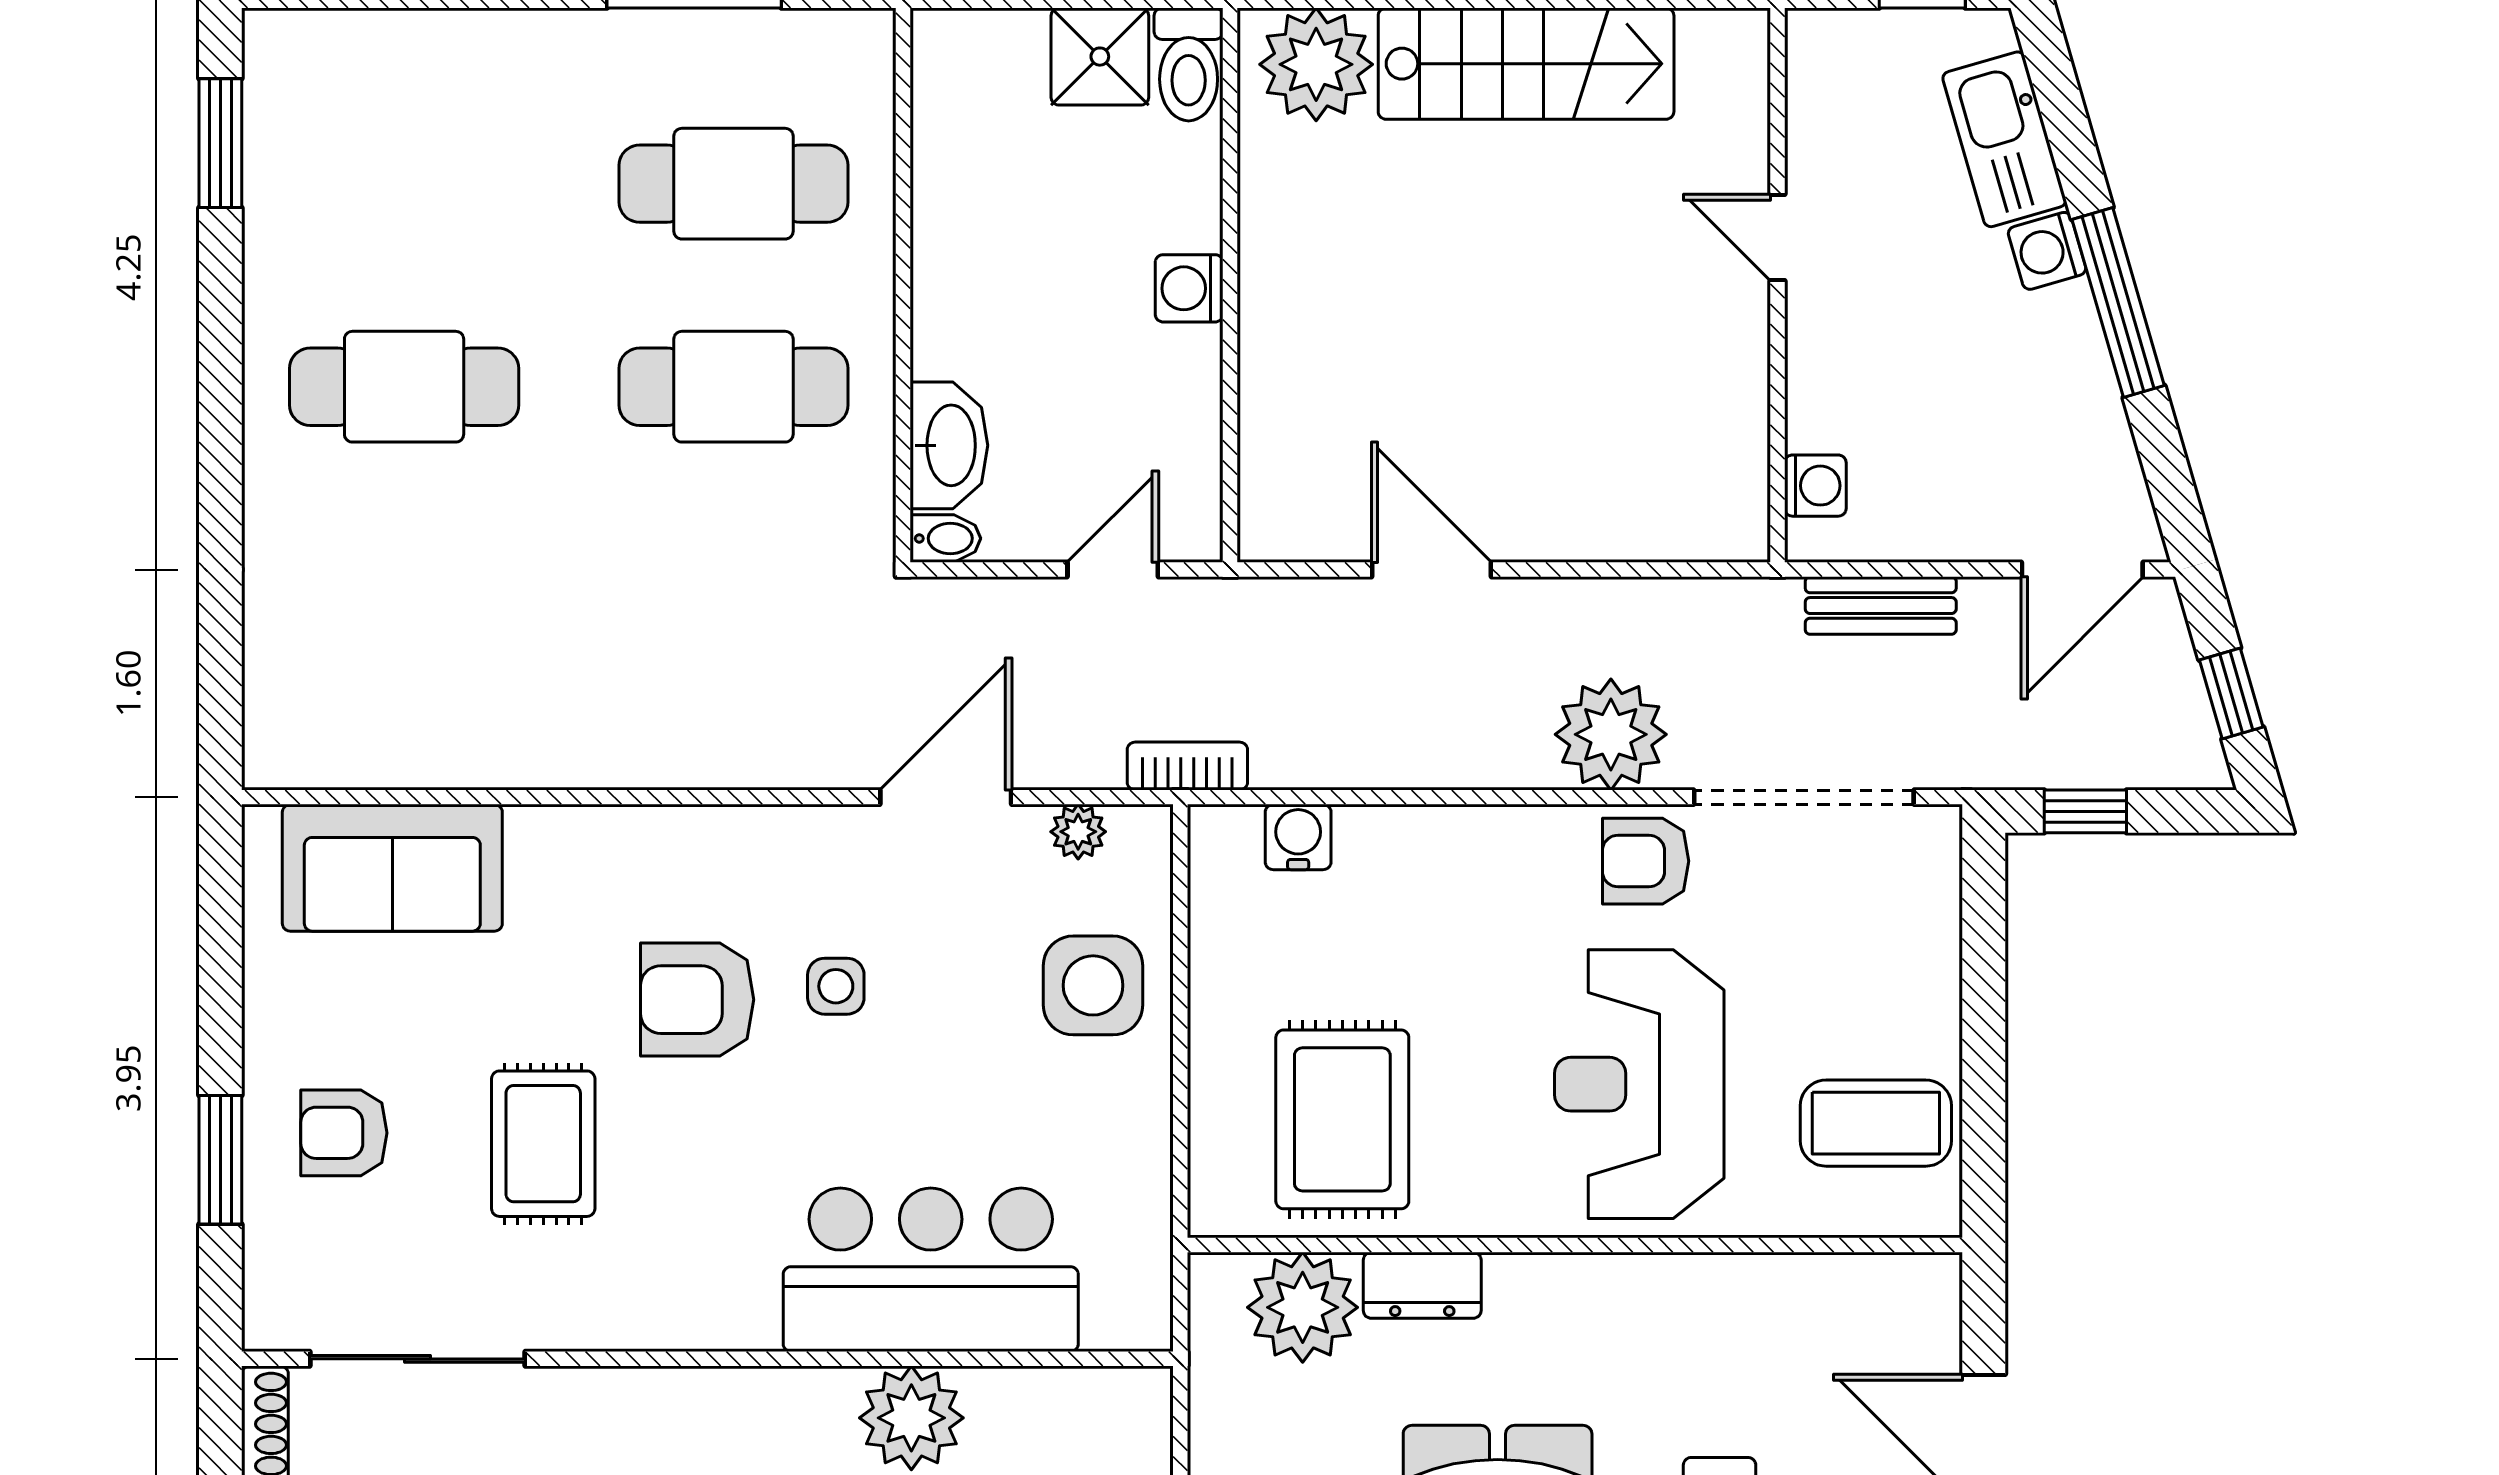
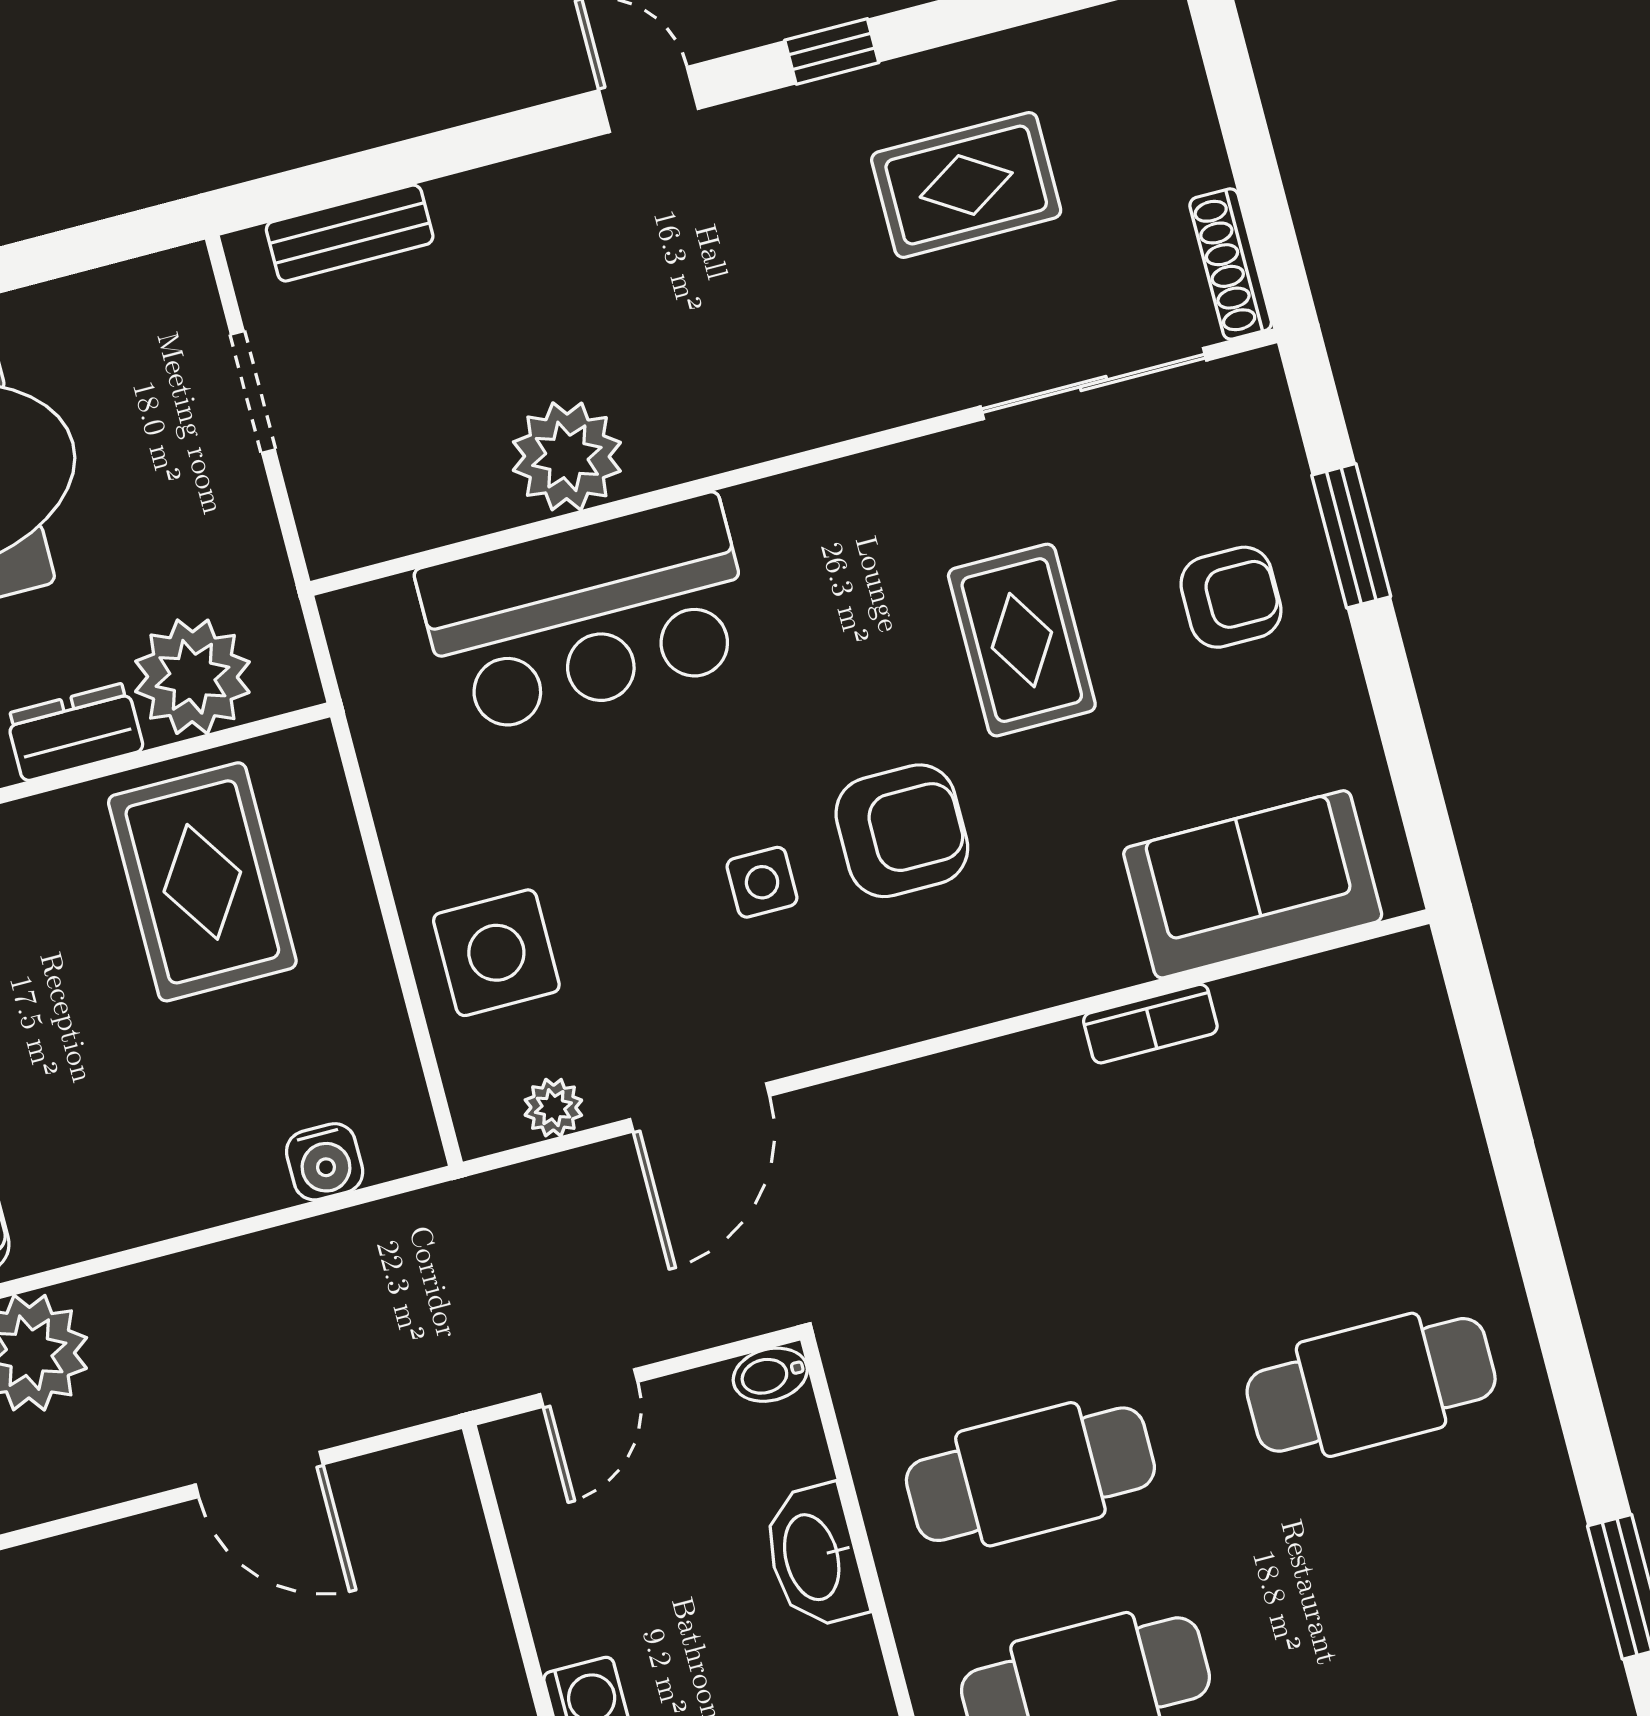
washbasin: (949, 445) -> (814, 1557), moved
bookcase: (1187, 766) -> (1150, 1024), moved

